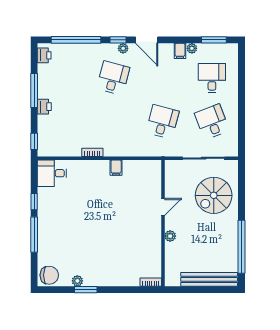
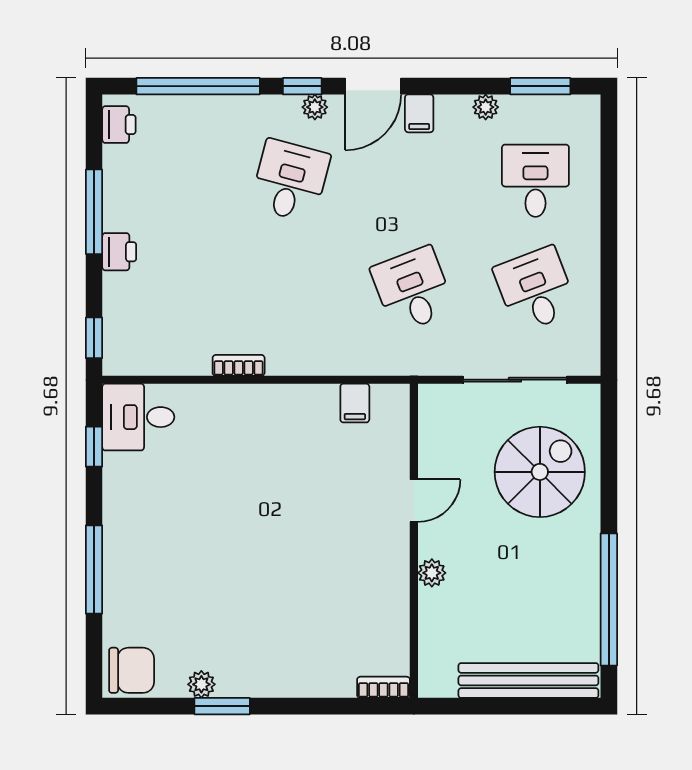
door: (147, 40) -> (373, 86), hinge flipped
filing cabinet: (180, 51) -> (419, 113), moved
desk: (163, 122) -> (413, 289), turned -36
filing cabinet: (116, 168) -> (355, 403), moved
spiral stairs: (214, 195) -> (540, 472), turned 180
window: (34, 202) -> (94, 447), moved

